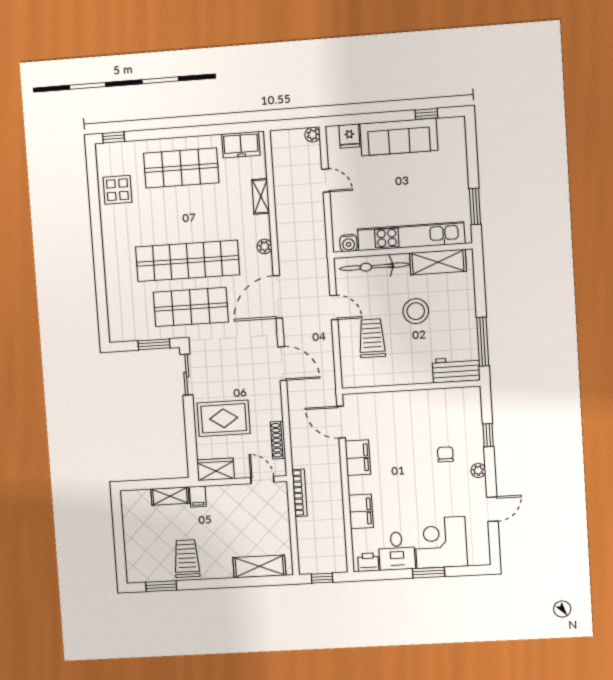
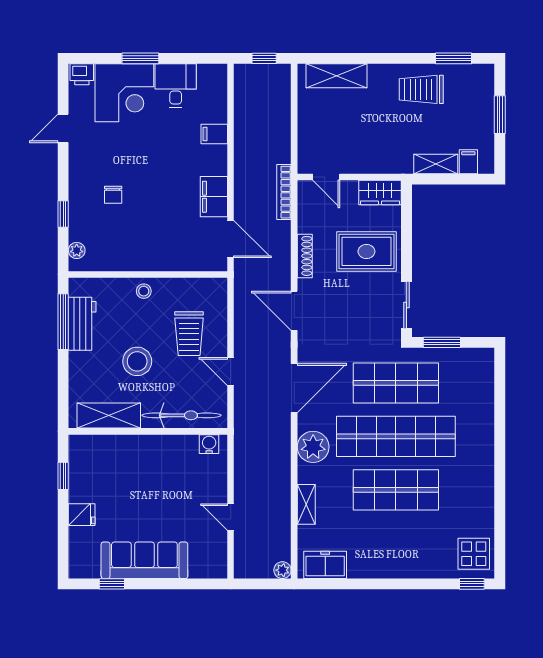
plant: (313, 135) -> (282, 570), moved
fridge: (349, 136) -> (82, 515), moved, turned 90
shop shelf: (181, 168) -> (396, 490), moved
display table: (117, 190) -> (474, 554), moved
window: (475, 206) -> (63, 476), width x0.67
kitchen unit: (411, 236) -> (137, 447), removed
plant: (264, 246) -> (313, 447), width x1.87, depth x1.87
workbench: (456, 370) -> (82, 324), moved, turned -90
stool: (414, 373) -> (144, 291), added
shoe rack: (278, 440) -> (305, 256), moved
plant: (478, 470) -> (77, 250), moved
bookcase: (300, 493) -> (284, 192), moved
filing cabinet: (198, 497) -> (468, 162), moved
filing cabinet: (361, 511) -> (214, 134), width x0.50
window: (119, 541) -> (500, 115), added
trolley: (187, 559) -> (421, 89), turned 90
printer: (368, 562) -> (82, 74), moved

